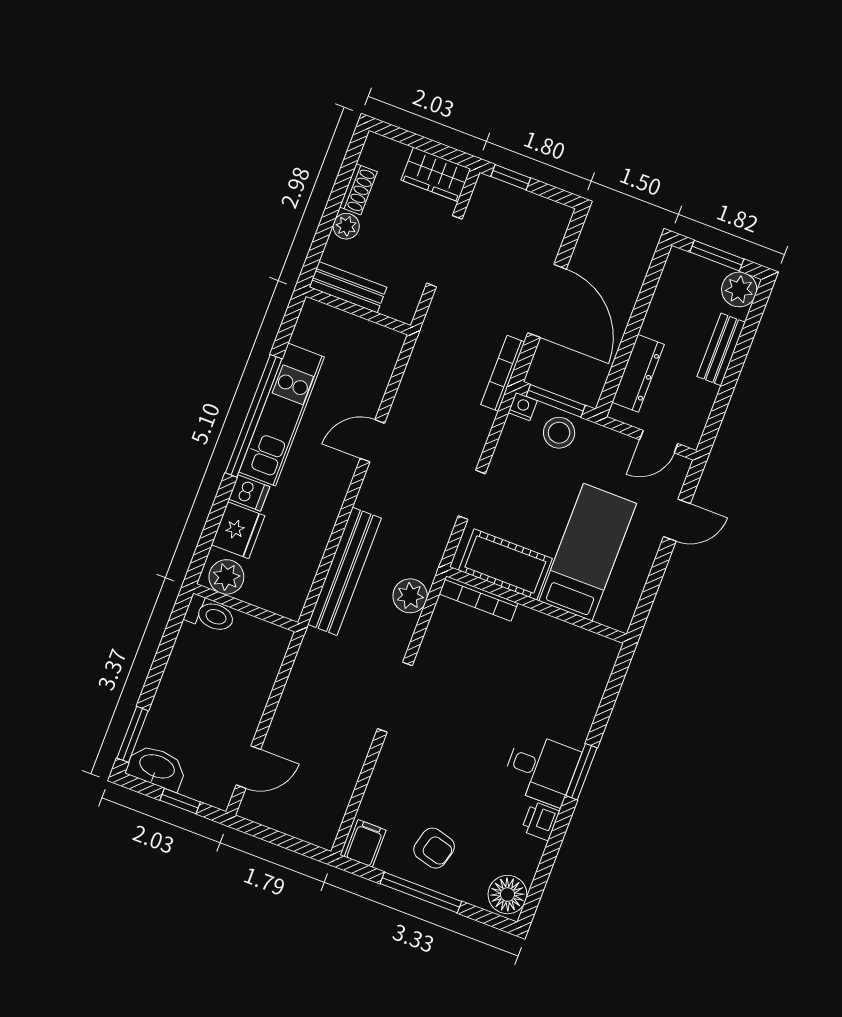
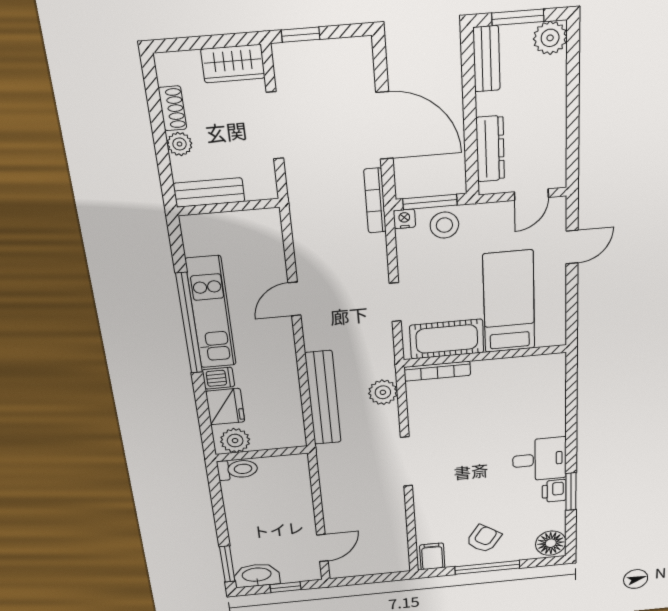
bench: (721, 349) -> (487, 59), moved
window: (581, 772) -> (571, 492), moved
armchair: (434, 848) -> (484, 539), turned -71

